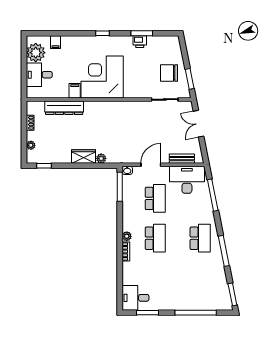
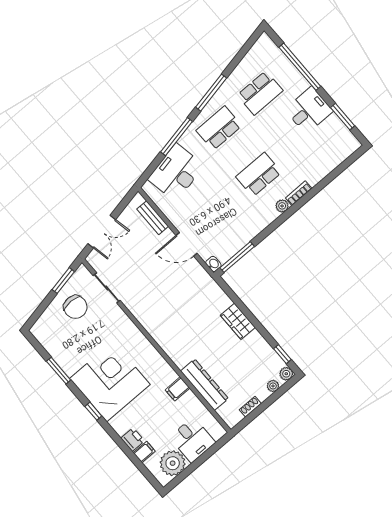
printer: (140, 42) -> (133, 440), moved
corner desk: (102, 77) -> (110, 381), moved, turned 180
plant: (101, 158) -> (286, 374), moved
desk: (187, 180) -> (176, 172), moved, turned 79
window: (213, 195) -> (176, 137), moved
school desk: (155, 198) -> (260, 93), moved, turned 180
window: (232, 294) -> (248, 45), removed
desk: (135, 298) -> (309, 110), moved, turned -90

